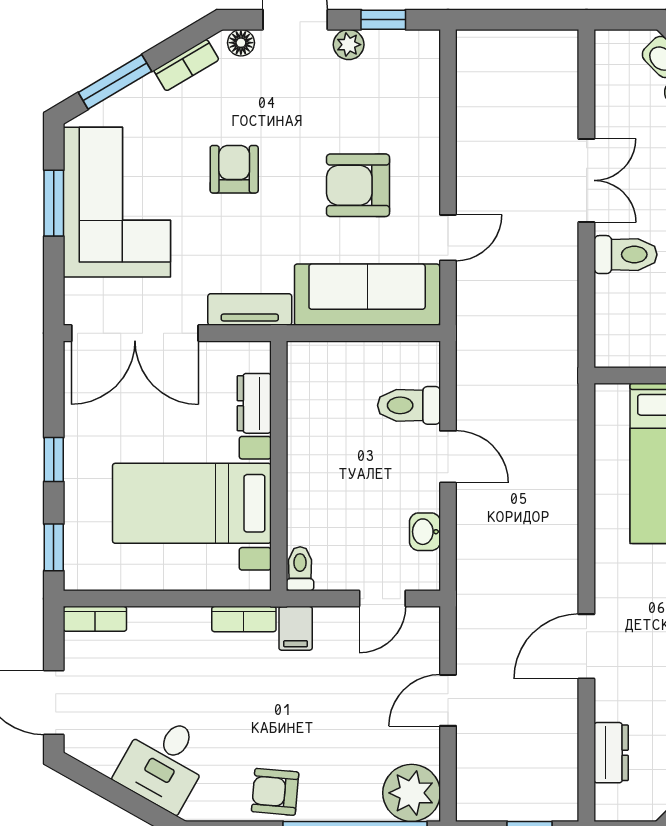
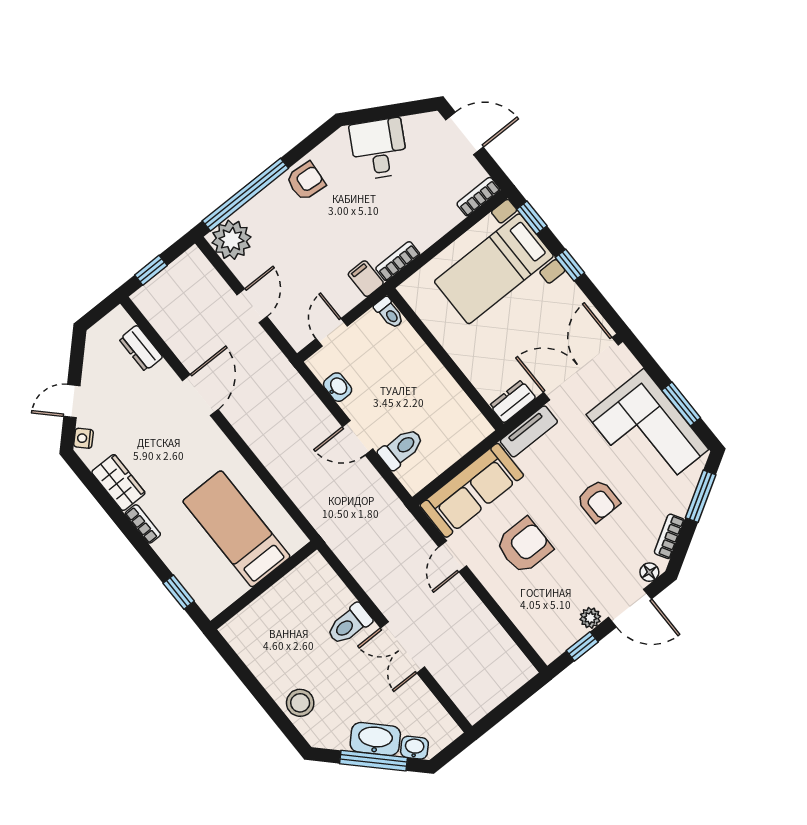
dresser: (254, 403) -> (513, 402), moved, turned -90
bed with nightstands: (192, 503) -> (494, 269), moved, turned 180

